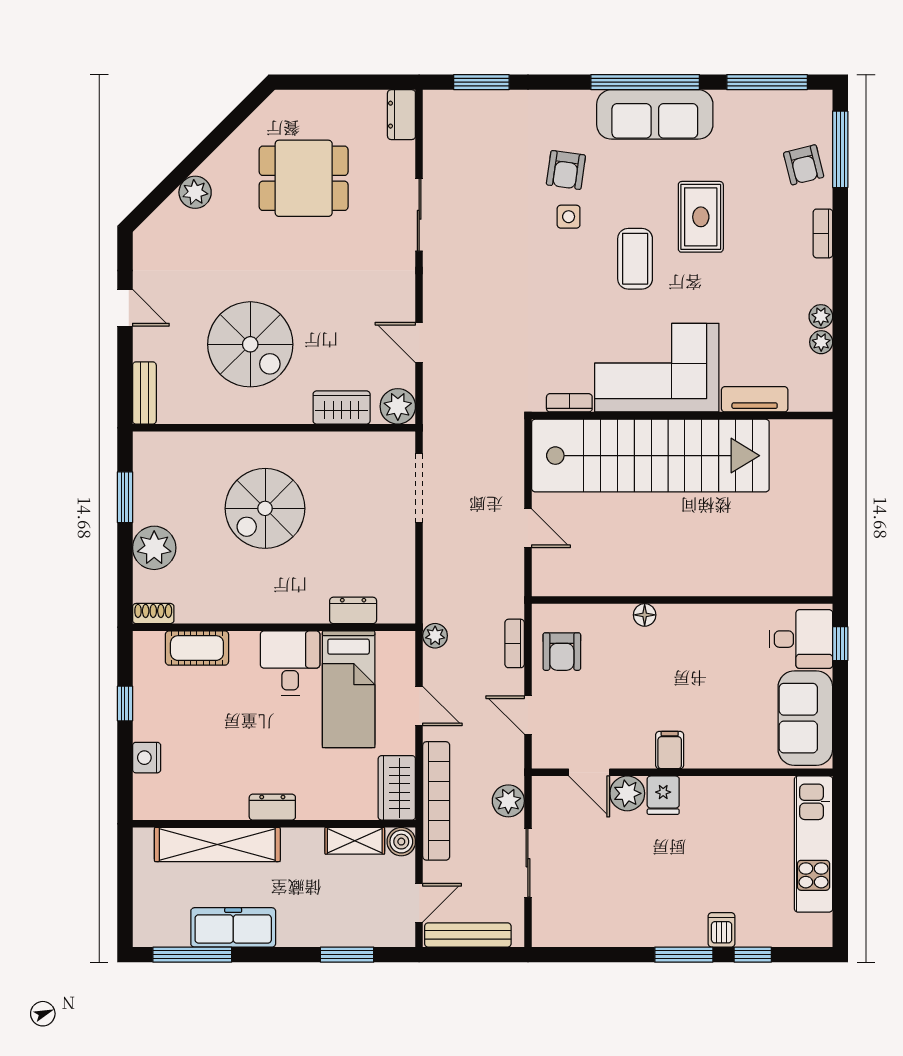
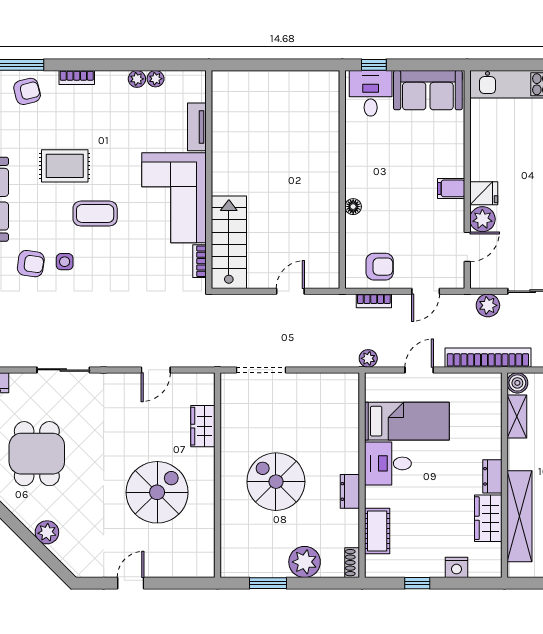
bench: (144, 393) -> (192, 569), removed
plant: (398, 406) -> (202, 385), removed
stairs: (650, 456) -> (229, 242), width x0.54, depth x0.66
spiral stairs: (265, 508) -> (276, 482), turned 180
dresser: (353, 610) -> (350, 491), moved
wardrobe: (397, 788) -> (488, 518), moved, turned 90

